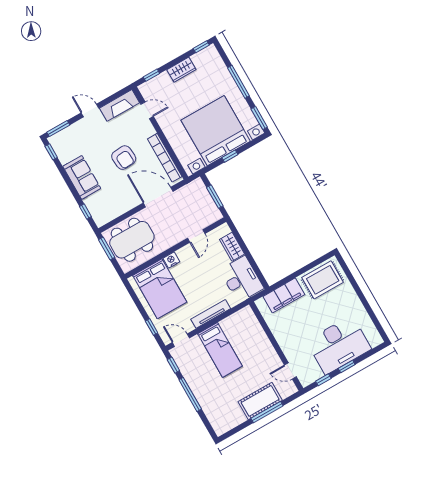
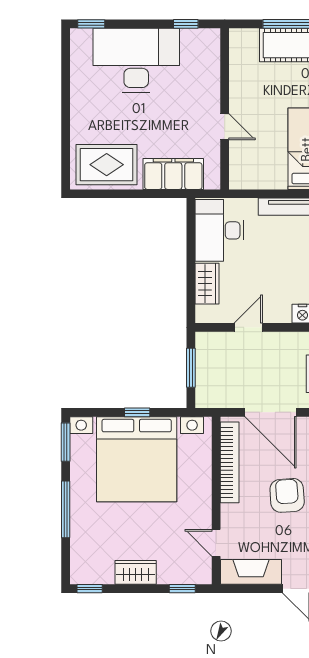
window: (347, 366) -> (91, 24), moved
door: (290, 371) -> (225, 127), moved

